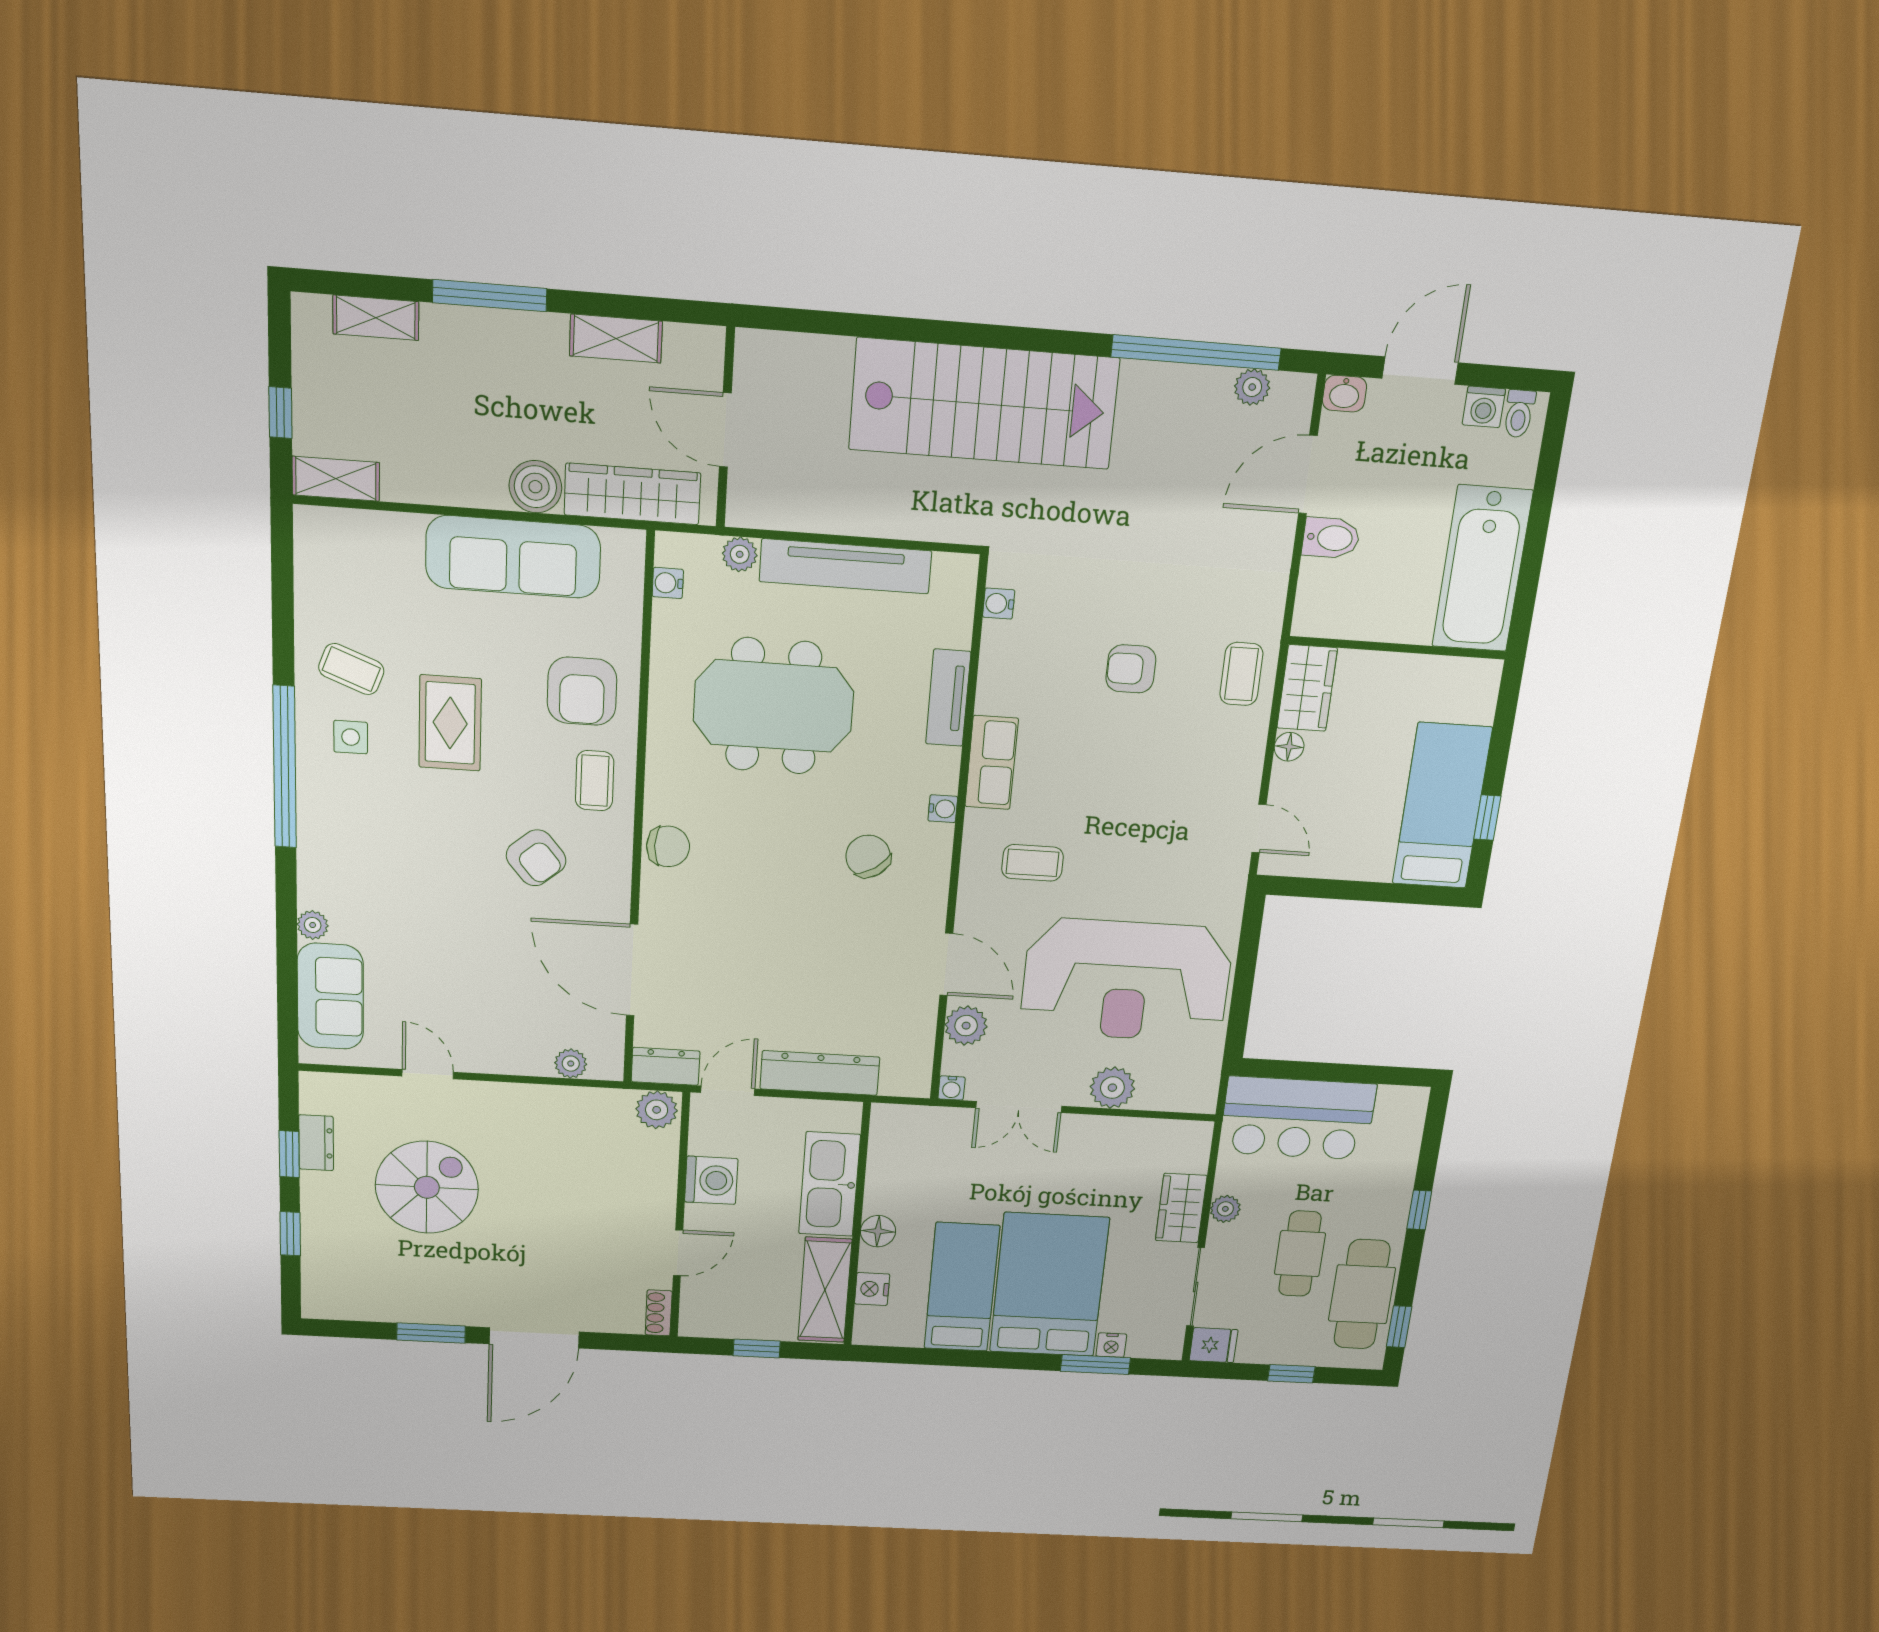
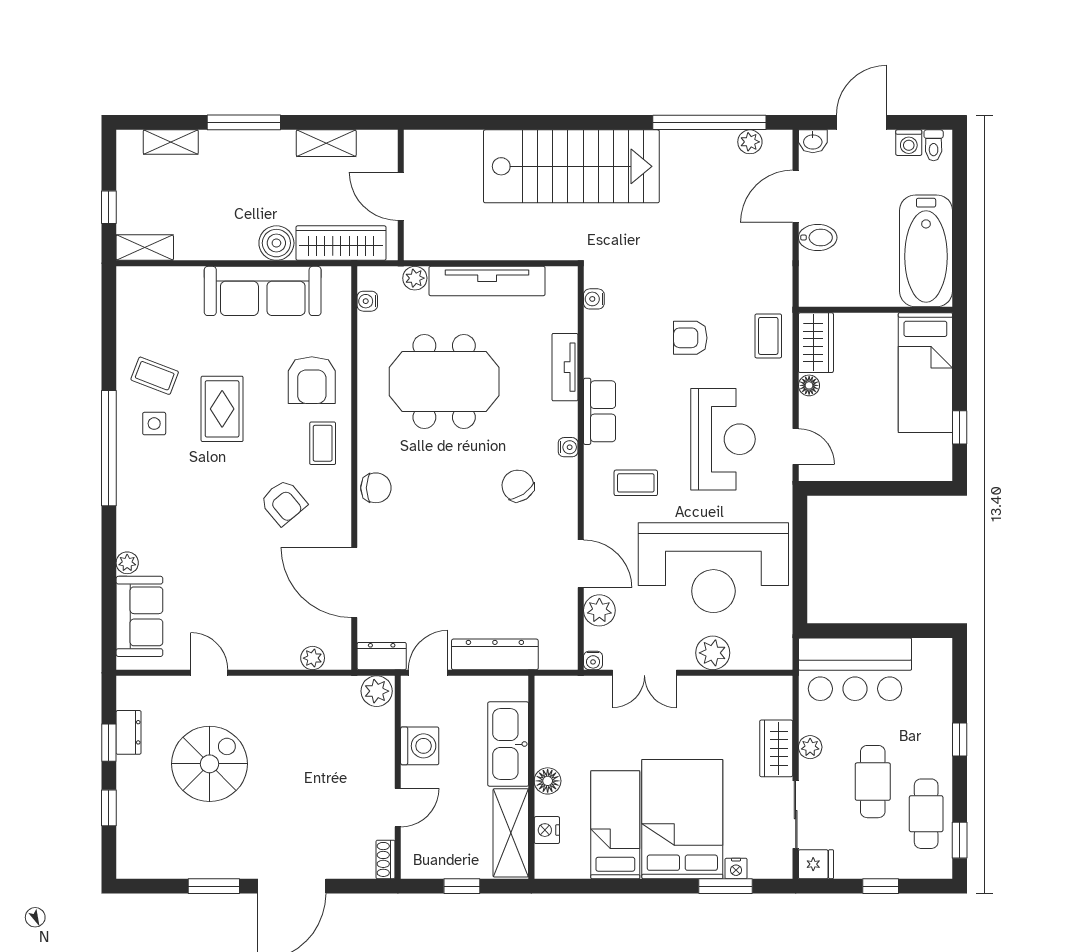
bed: (1442, 806) -> (925, 373), moved, turned 180
reception desk: (1160, 812) -> (723, 439), added
cafe table: (1362, 1294) -> (926, 814), width x0.73, depth x0.74

